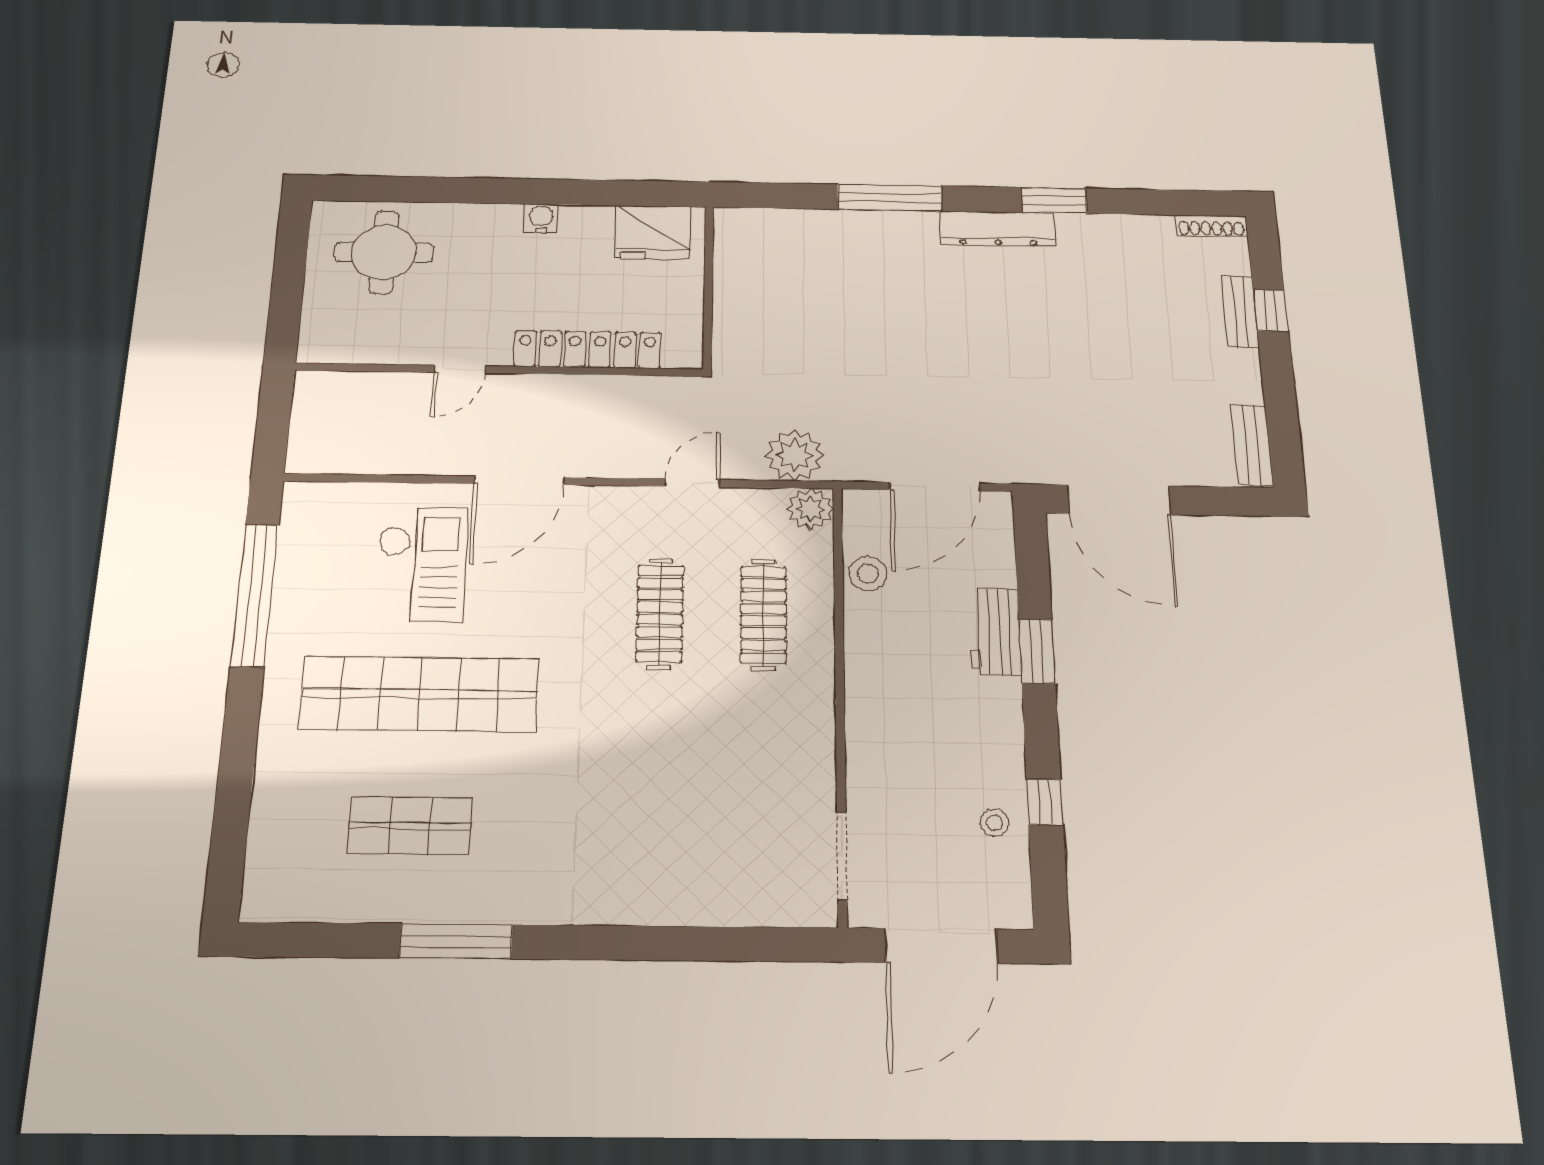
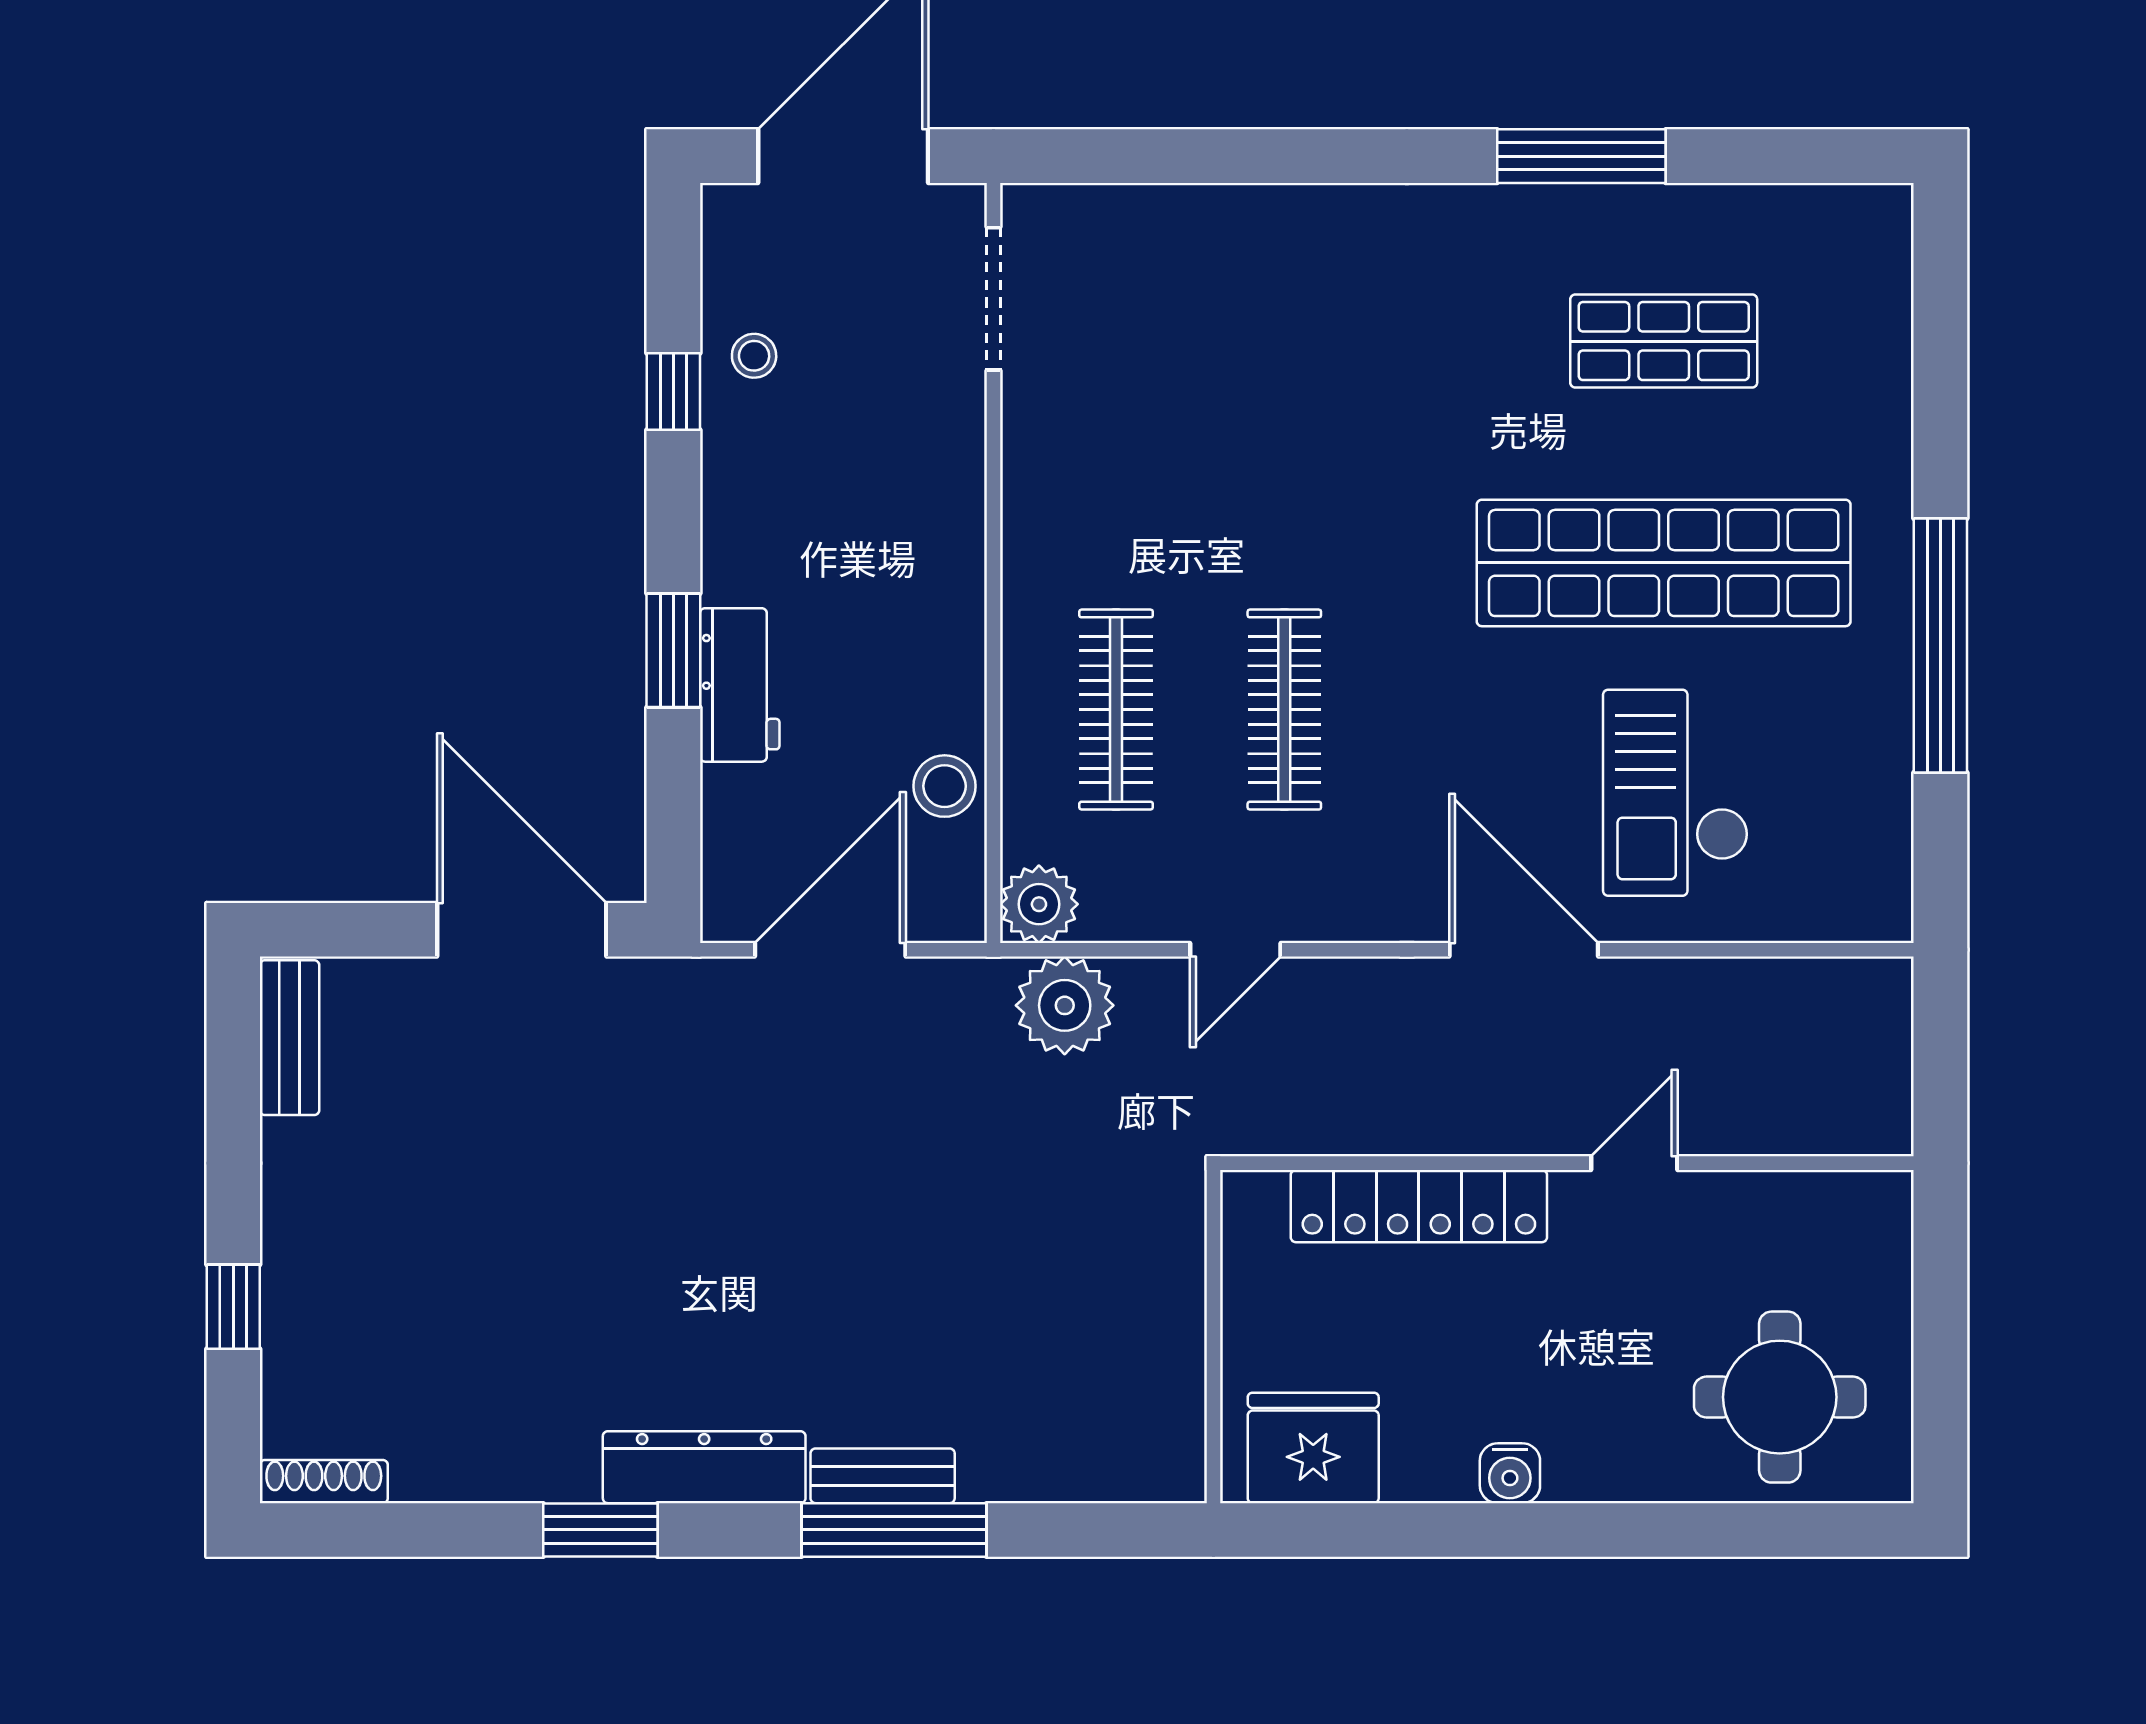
bench: (1240, 312) -> (883, 1476), moved, turned 90
door: (519, 481) -> (1524, 950), hinge flipped
window: (255, 595) -> (1940, 645), moved

